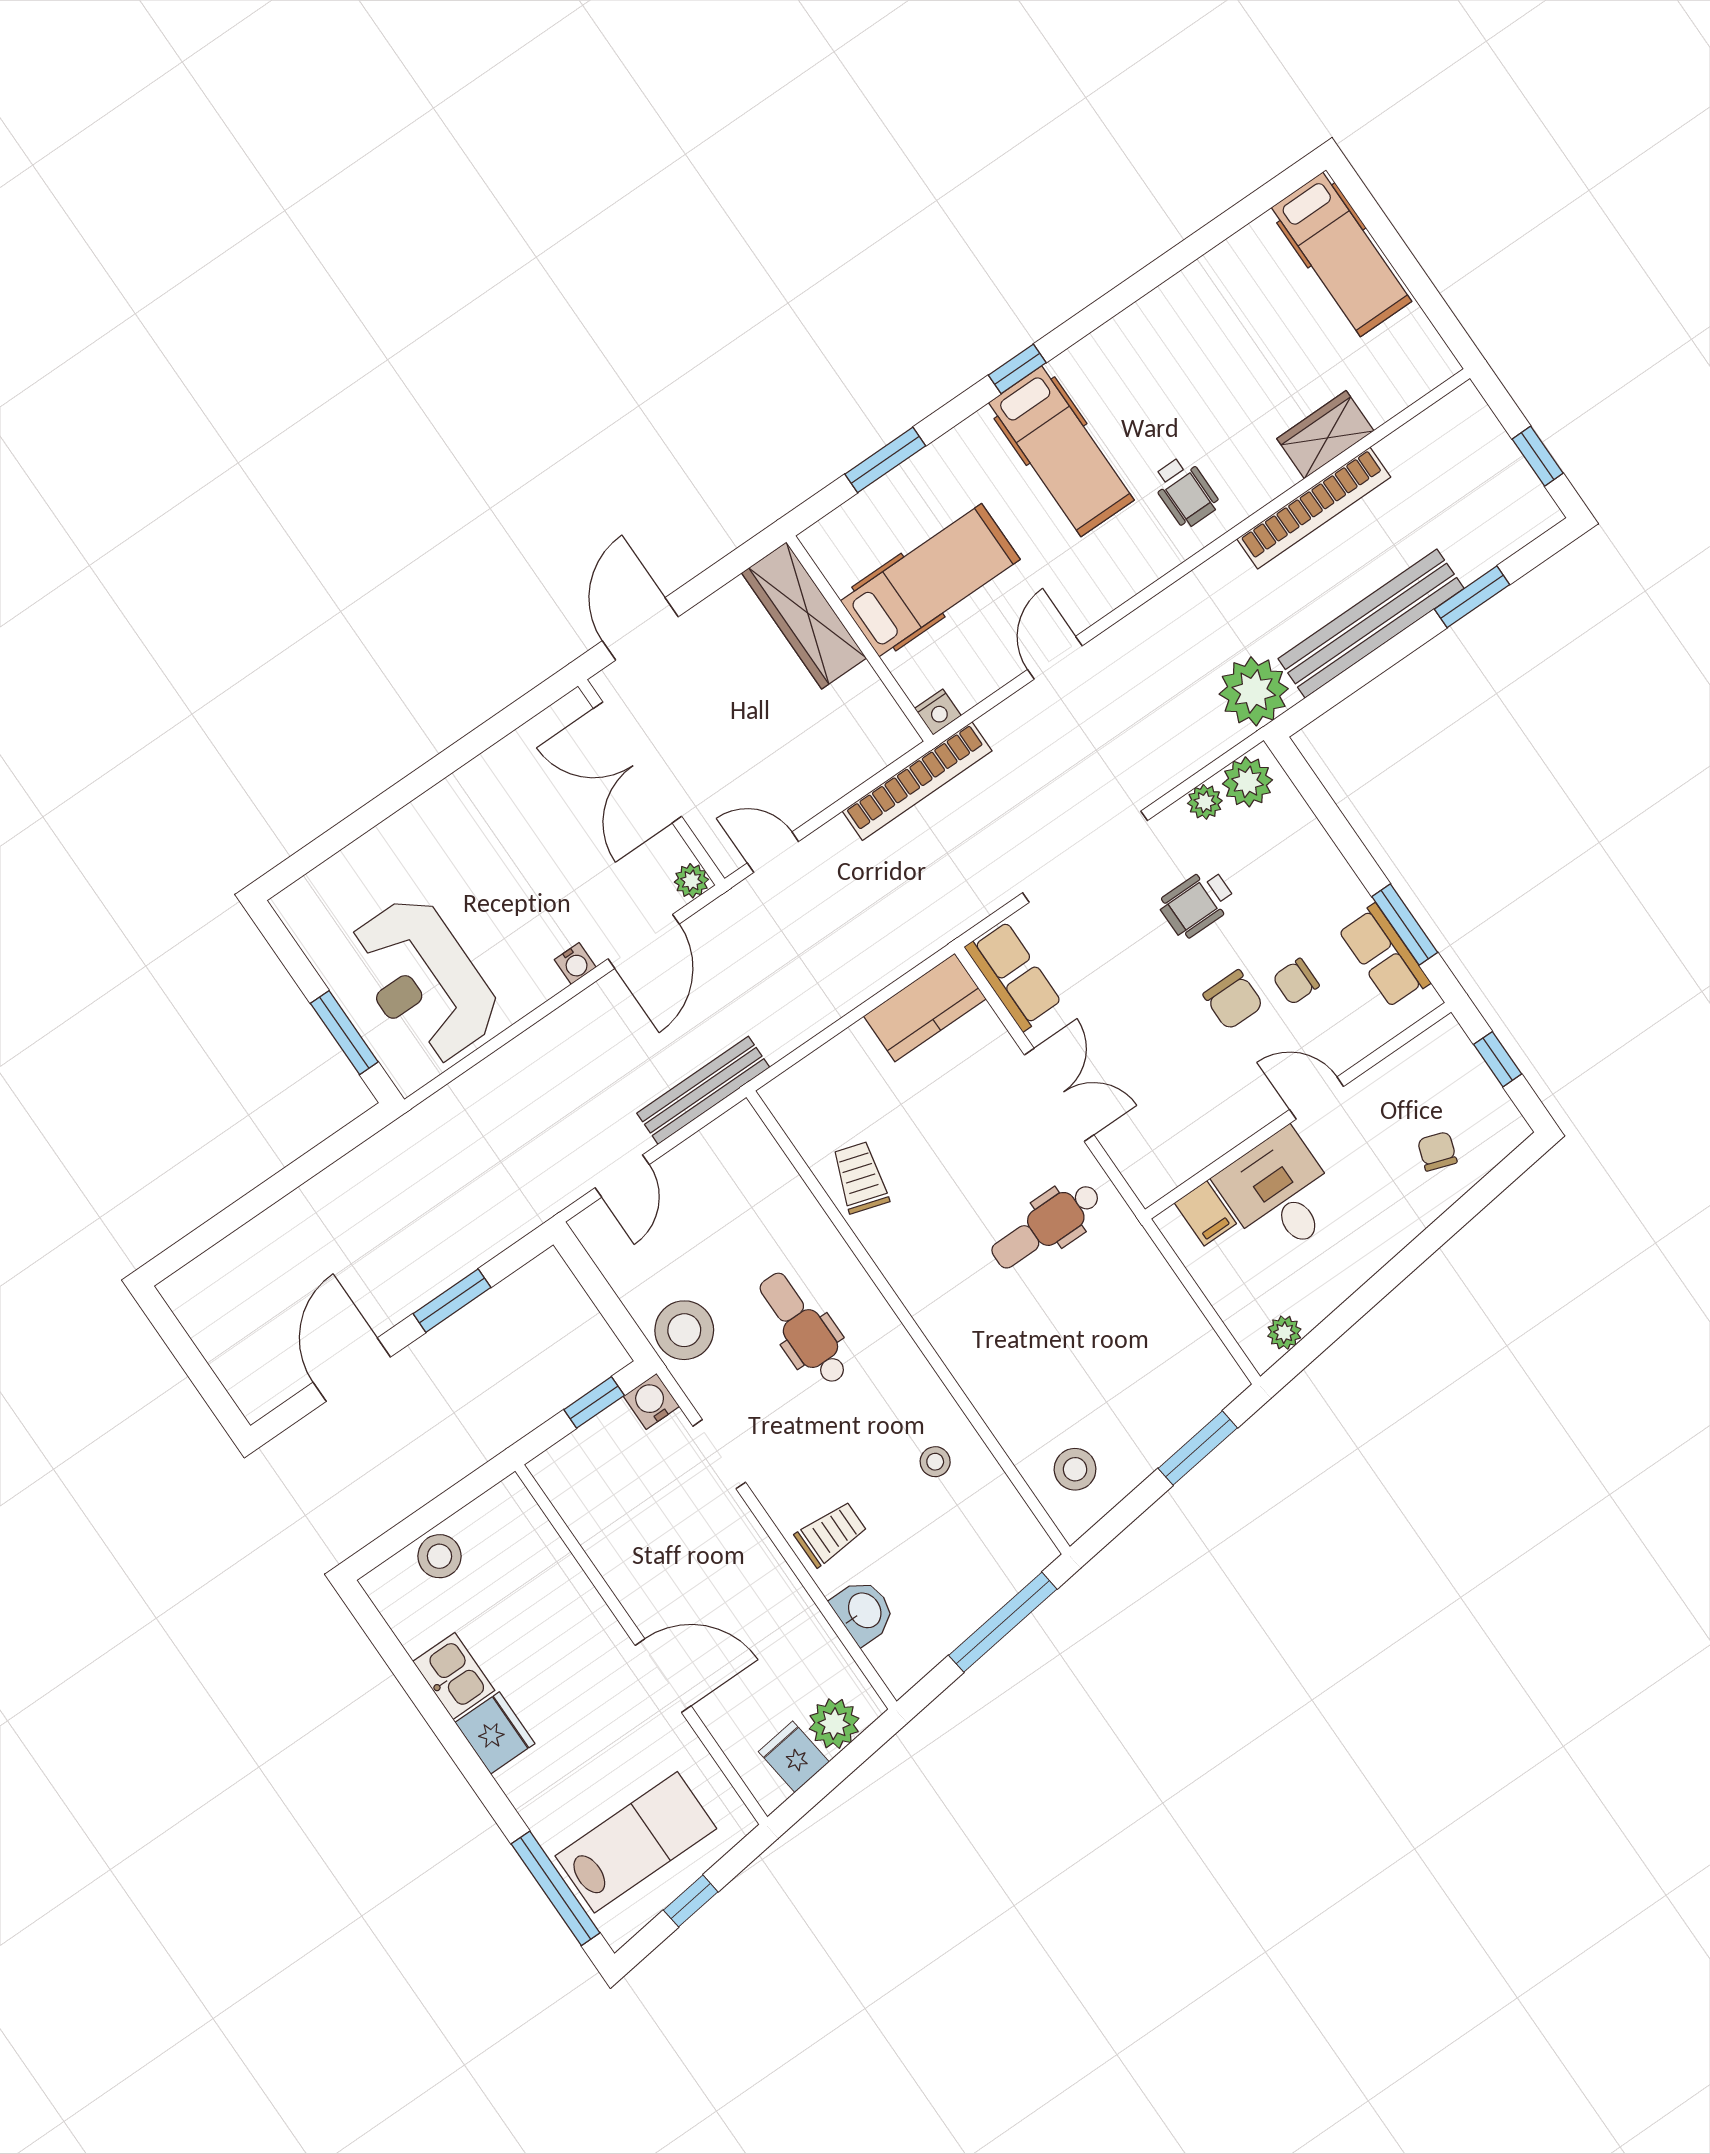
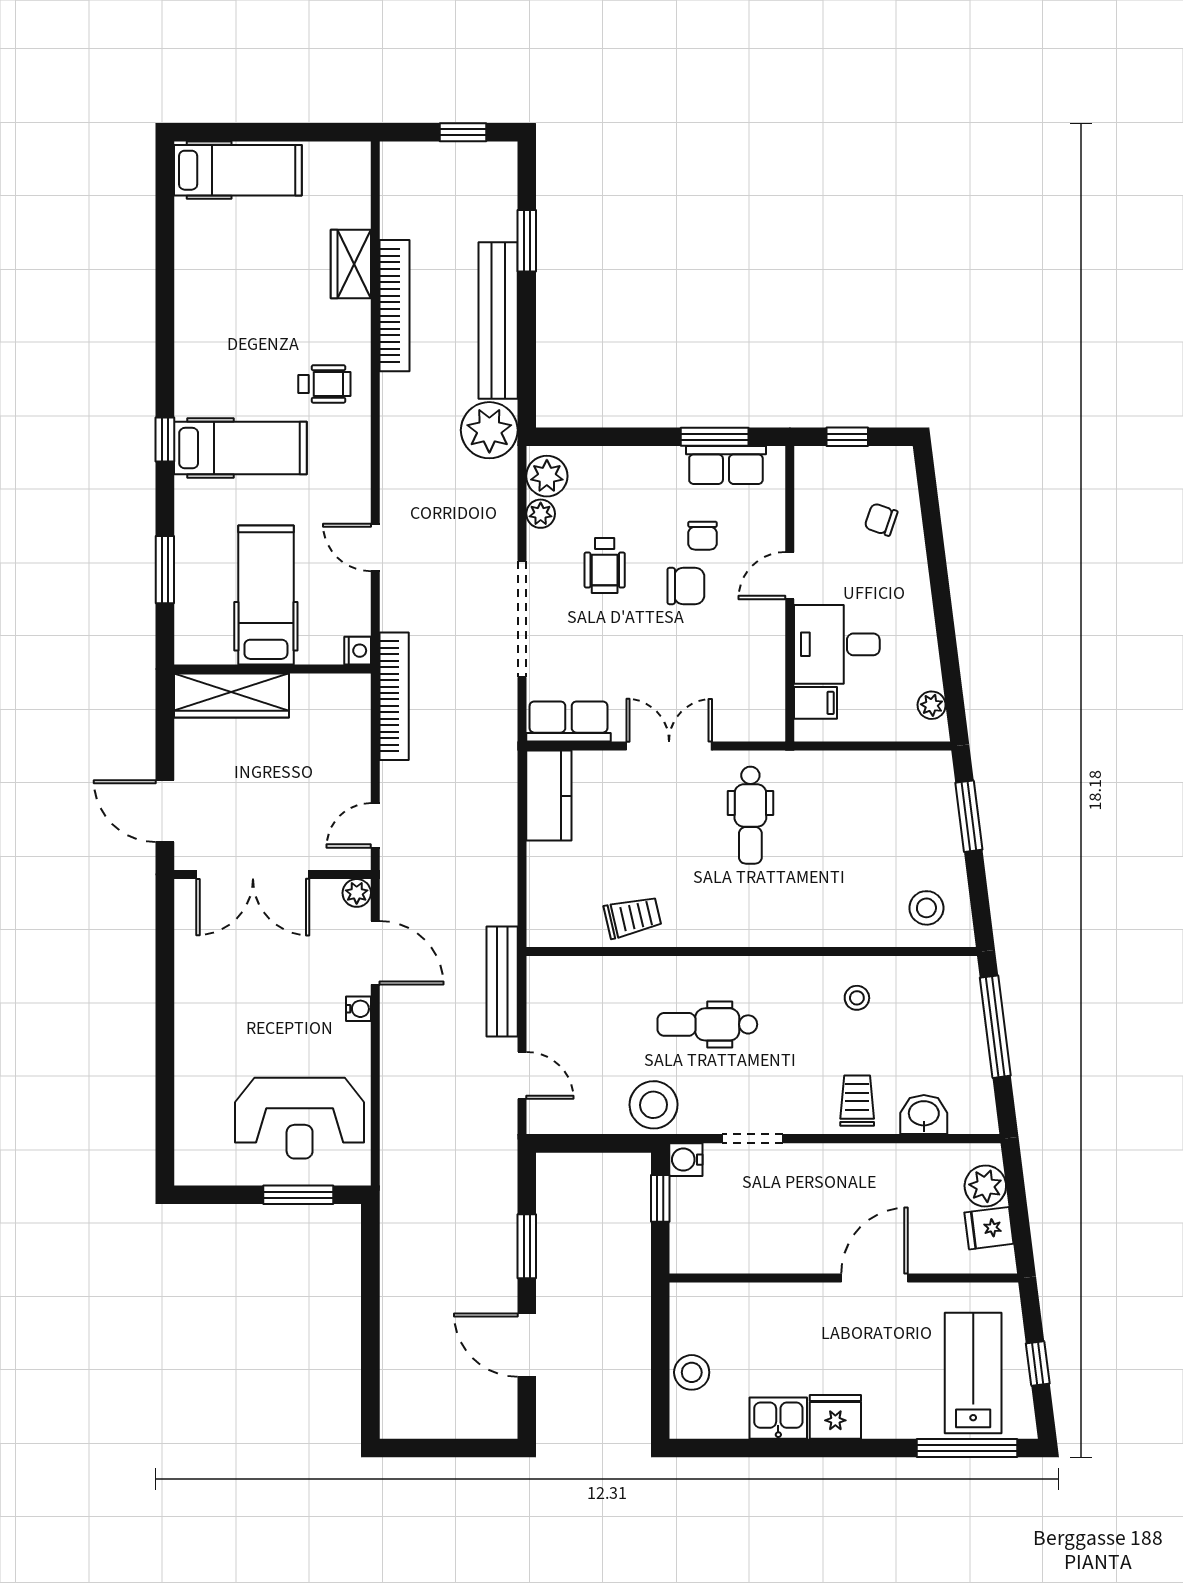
trolley: (860, 1177) -> (633, 917), turned 150

